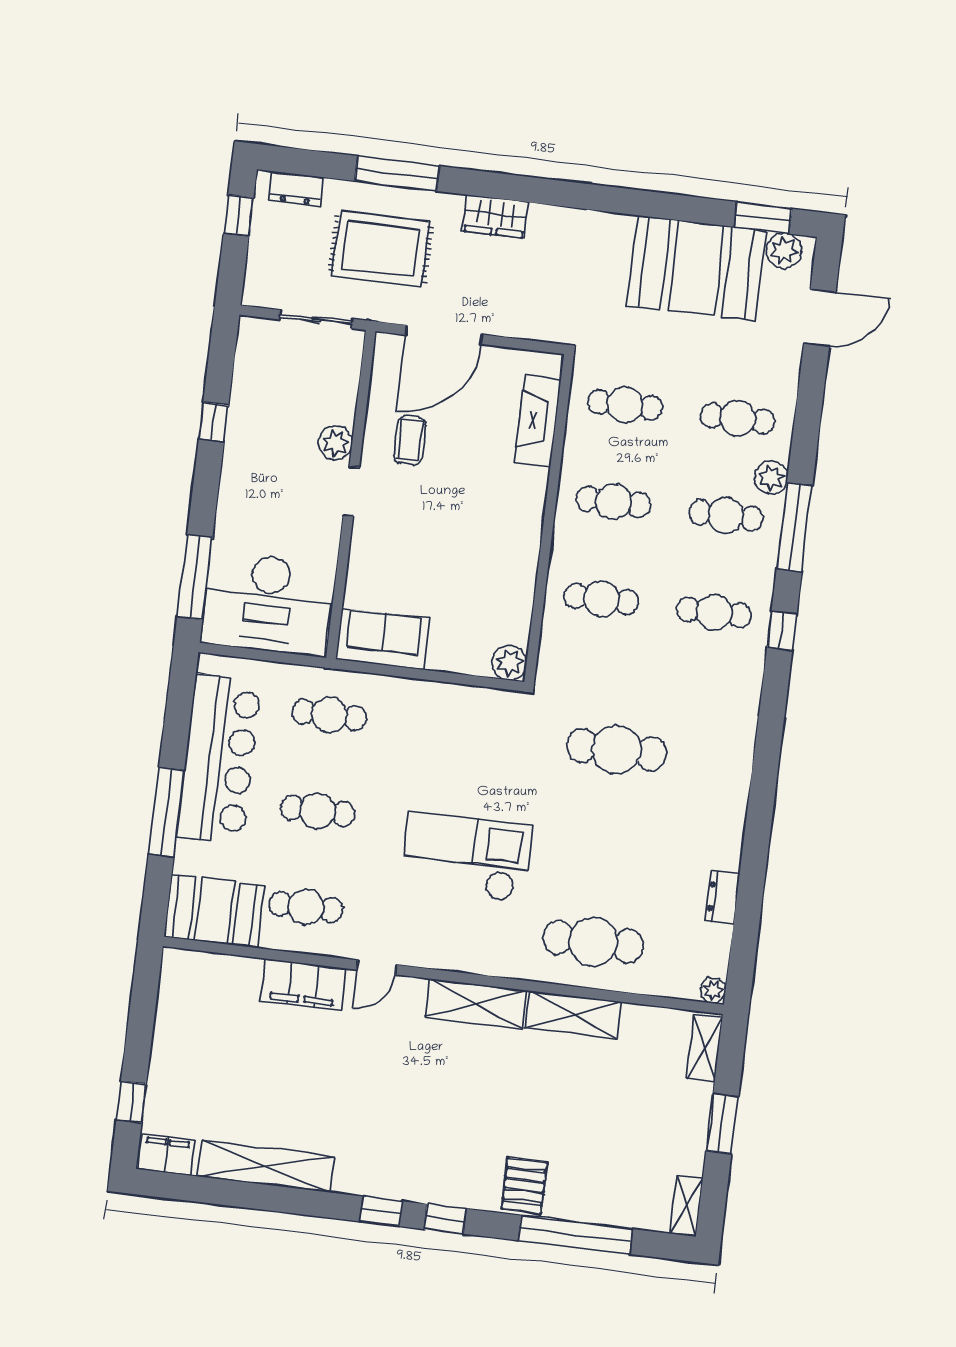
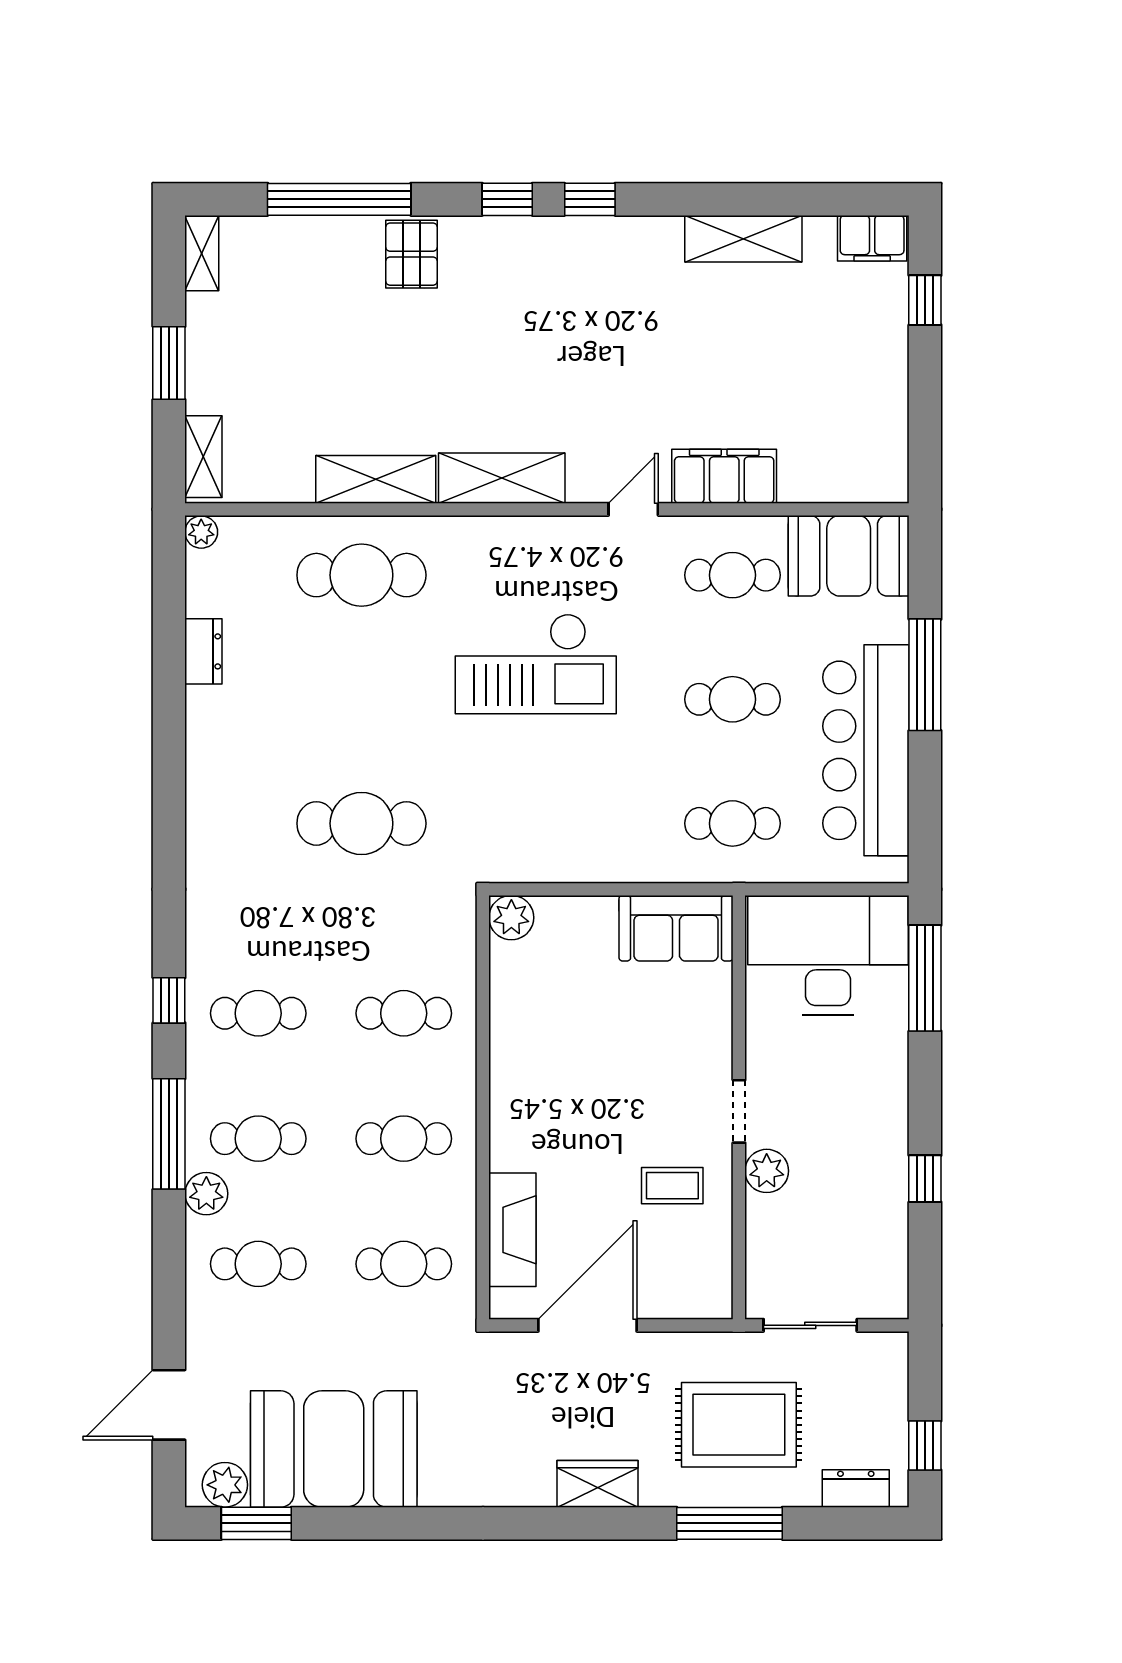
door: (444, 335) -> (588, 1325), moved
coffee table: (410, 440) -> (672, 1186), turned 90
shelving: (266, 1166) -> (743, 239), width x0.68

